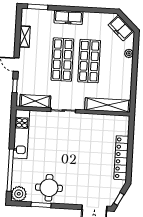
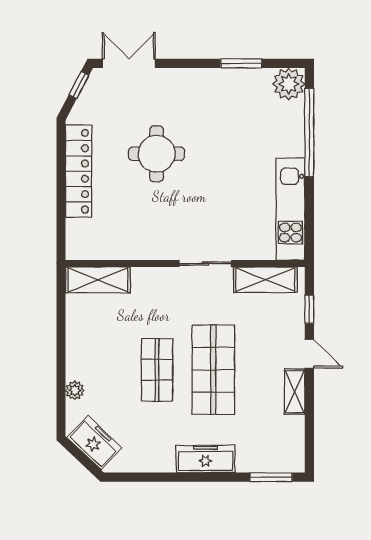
shelving: (25, 37) -> (295, 392), moved
shop shelf: (89, 61) -> (157, 370), width x0.70, depth x0.74
shelving: (108, 105) -> (98, 280), width x0.68
round table: (49, 188) -> (157, 154), moved

